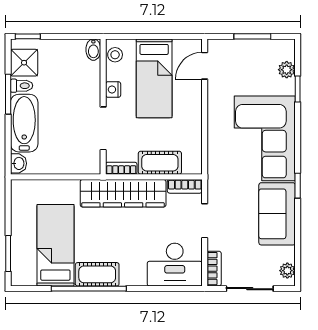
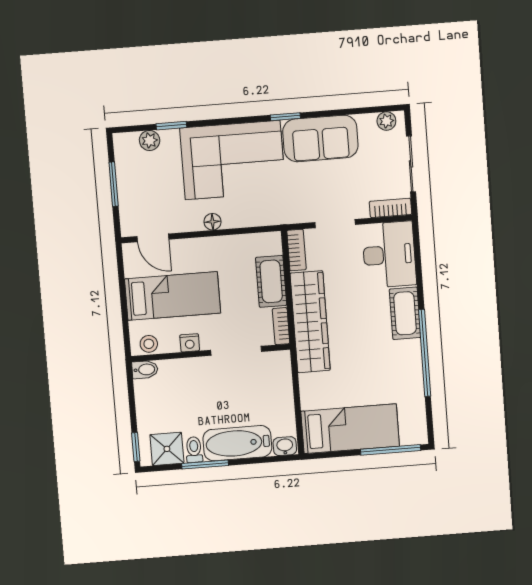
floor lamp: (214, 117) -> (212, 222), added
bed: (55, 245) -> (350, 429), moved, turned 180
window: (8, 253) -> (391, 450), width x1.44
cot: (97, 274) -> (405, 313), moved

